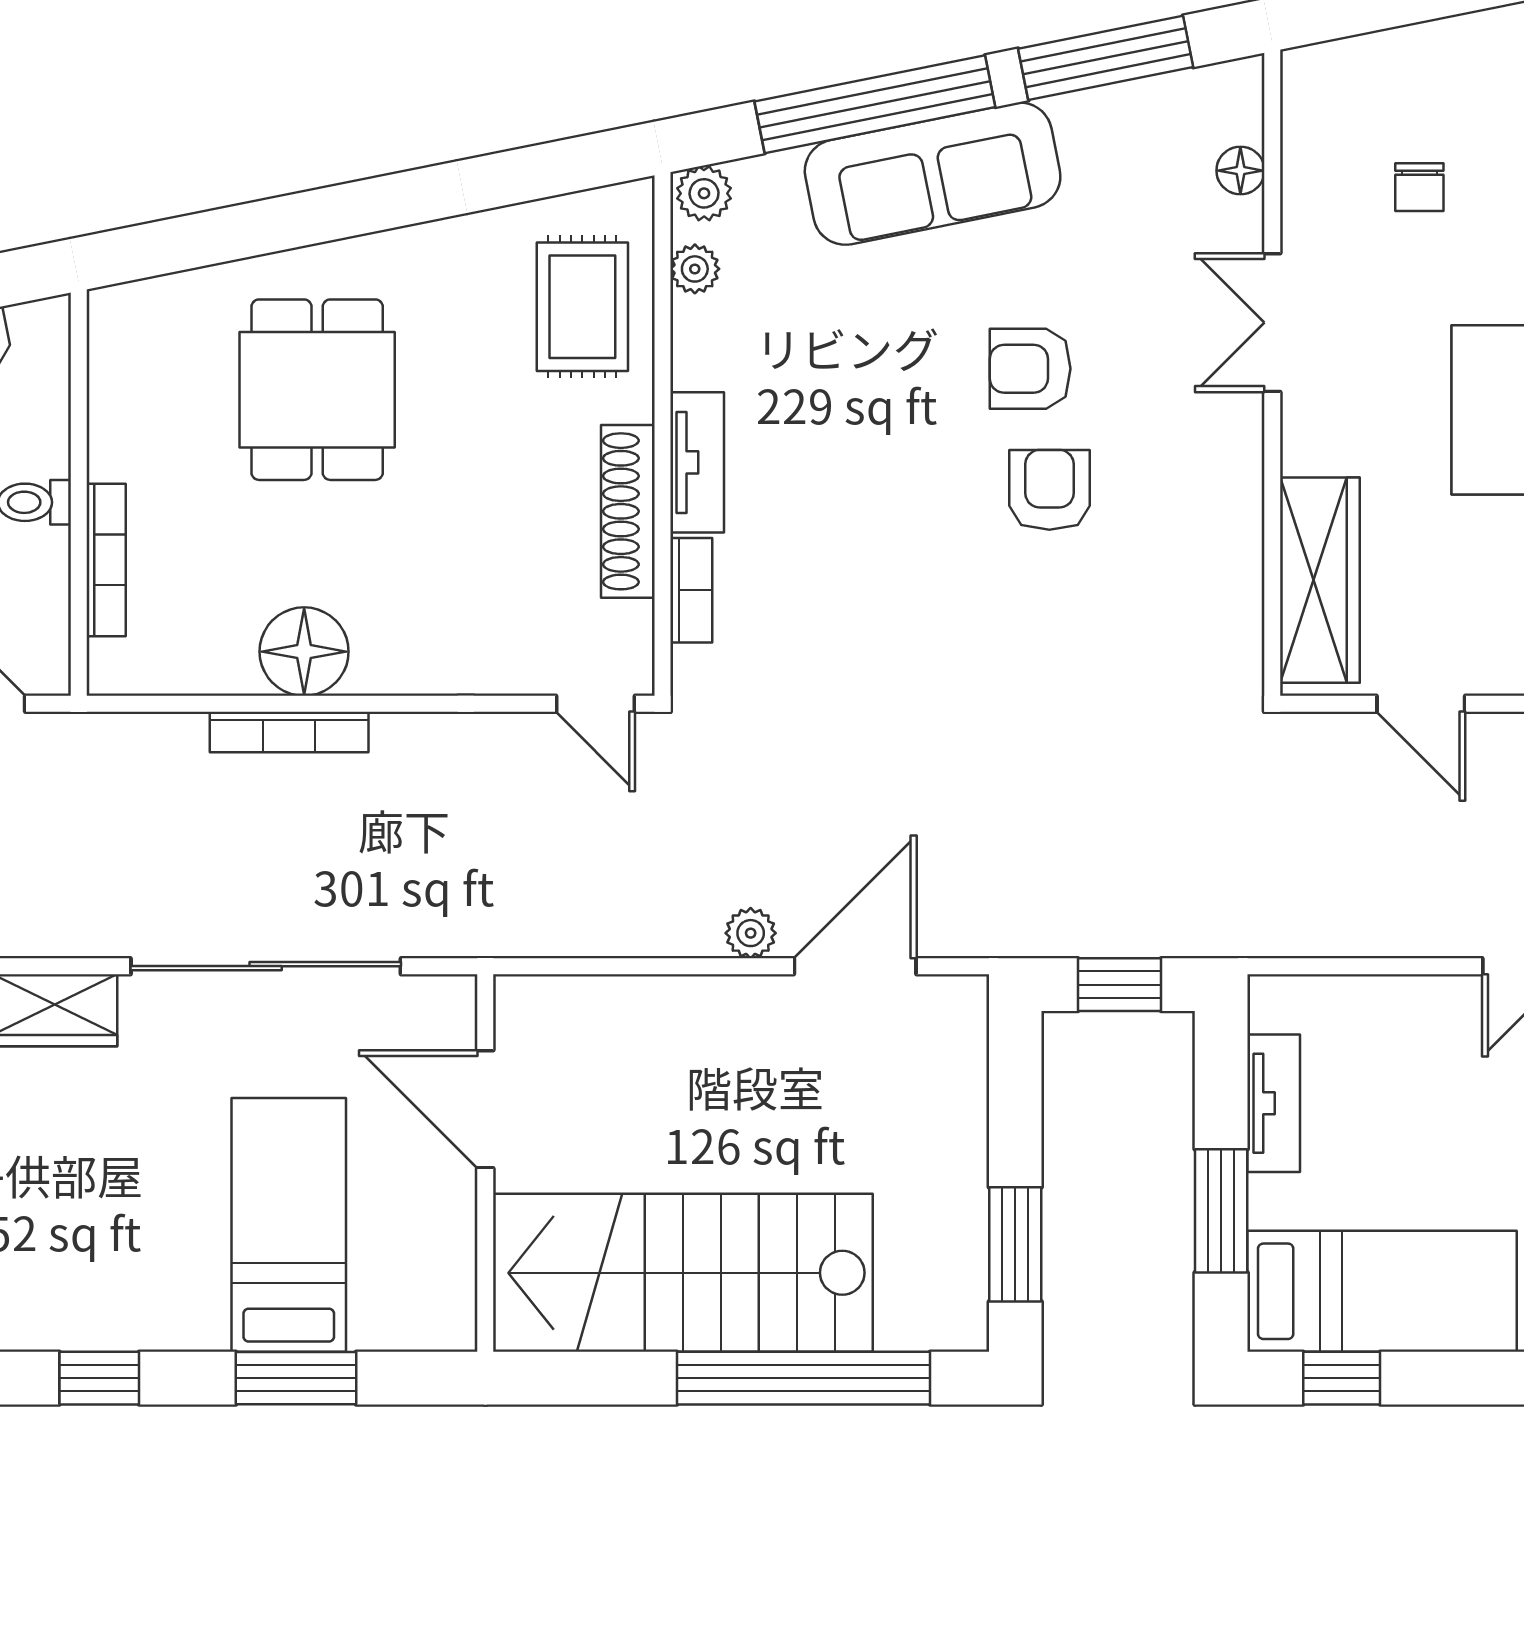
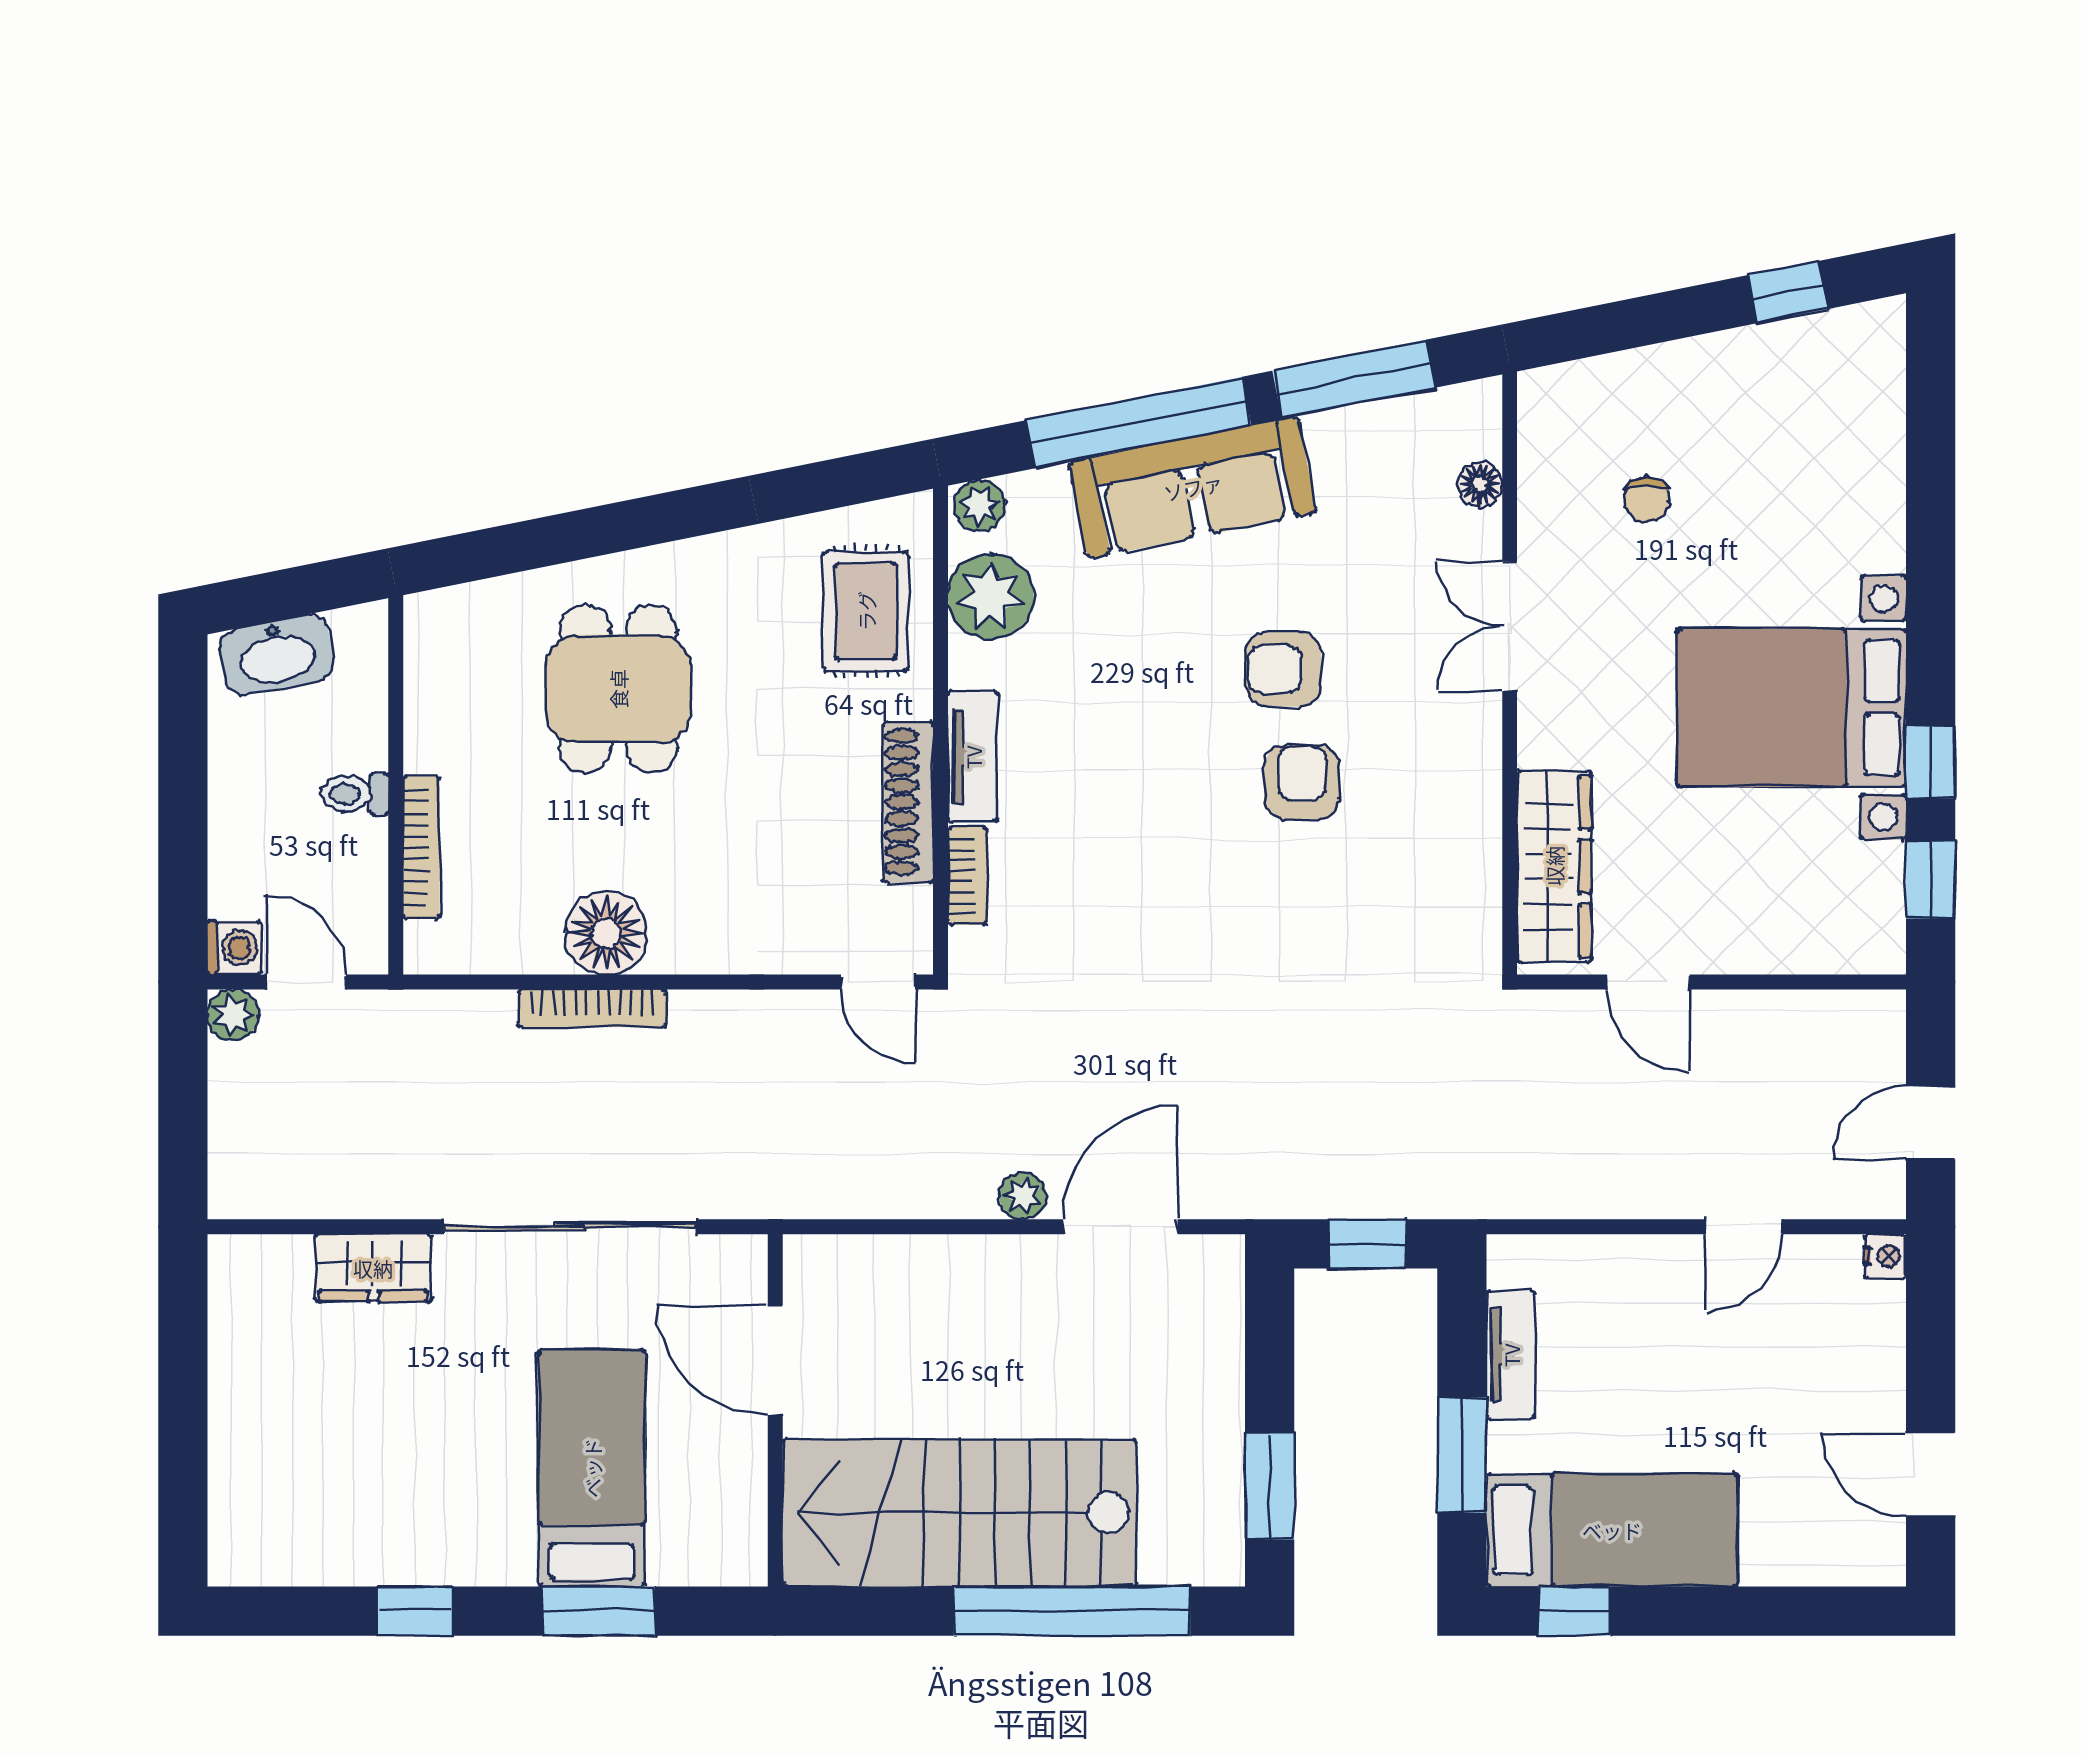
plant: (695, 269) -> (991, 596), width x1.88, depth x1.88

